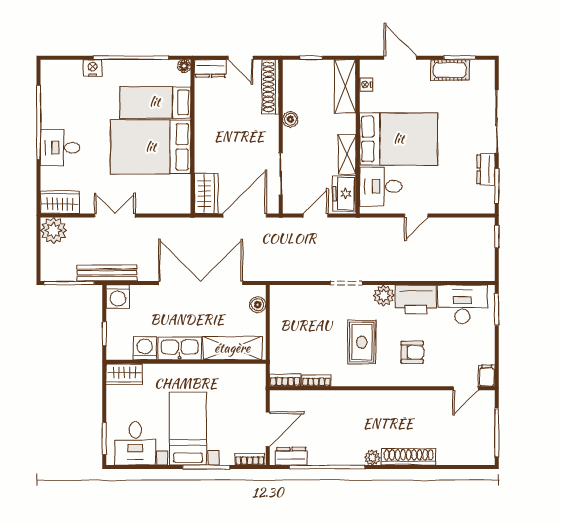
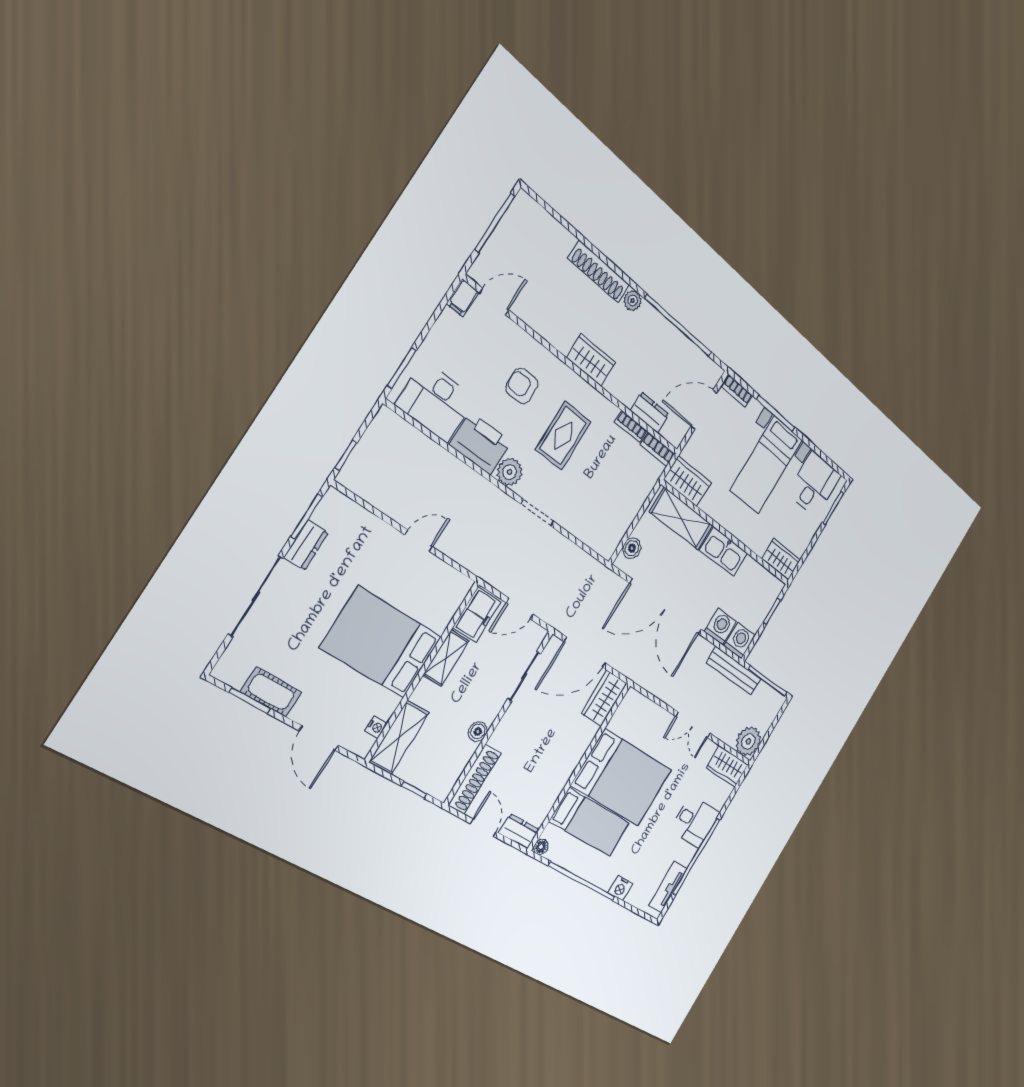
tv unit: (49, 88) -> (668, 887), added
desk: (381, 186) -> (435, 599), removed
washing machine: (145, 348) -> (720, 627), moved, turned 180
wardrobe: (246, 375) -> (687, 481), added
wardrobe: (375, 401) -> (591, 360), added
dresser: (291, 456) -> (650, 412), moved, turned 180

